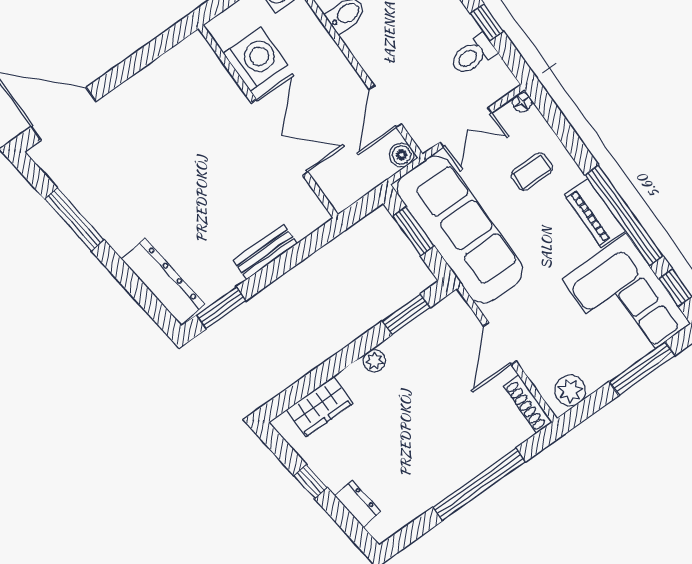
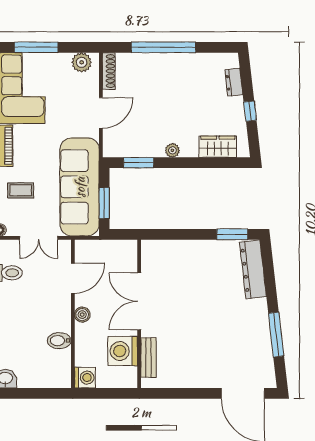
double door: (466, 127) -> (39, 238), swing flipped
boiler: (402, 155) -> (82, 315), moved
bench: (265, 252) -> (149, 357), moved, turned 90

